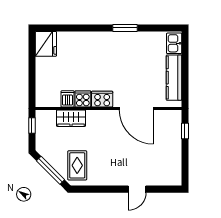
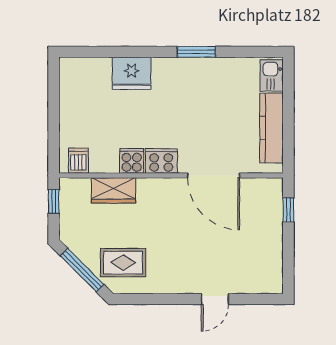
fridge: (46, 44) -> (132, 73), moved, turned 90
dishwasher: (68, 99) -> (78, 161), moved
rug: (77, 165) -> (123, 263), turned 90

